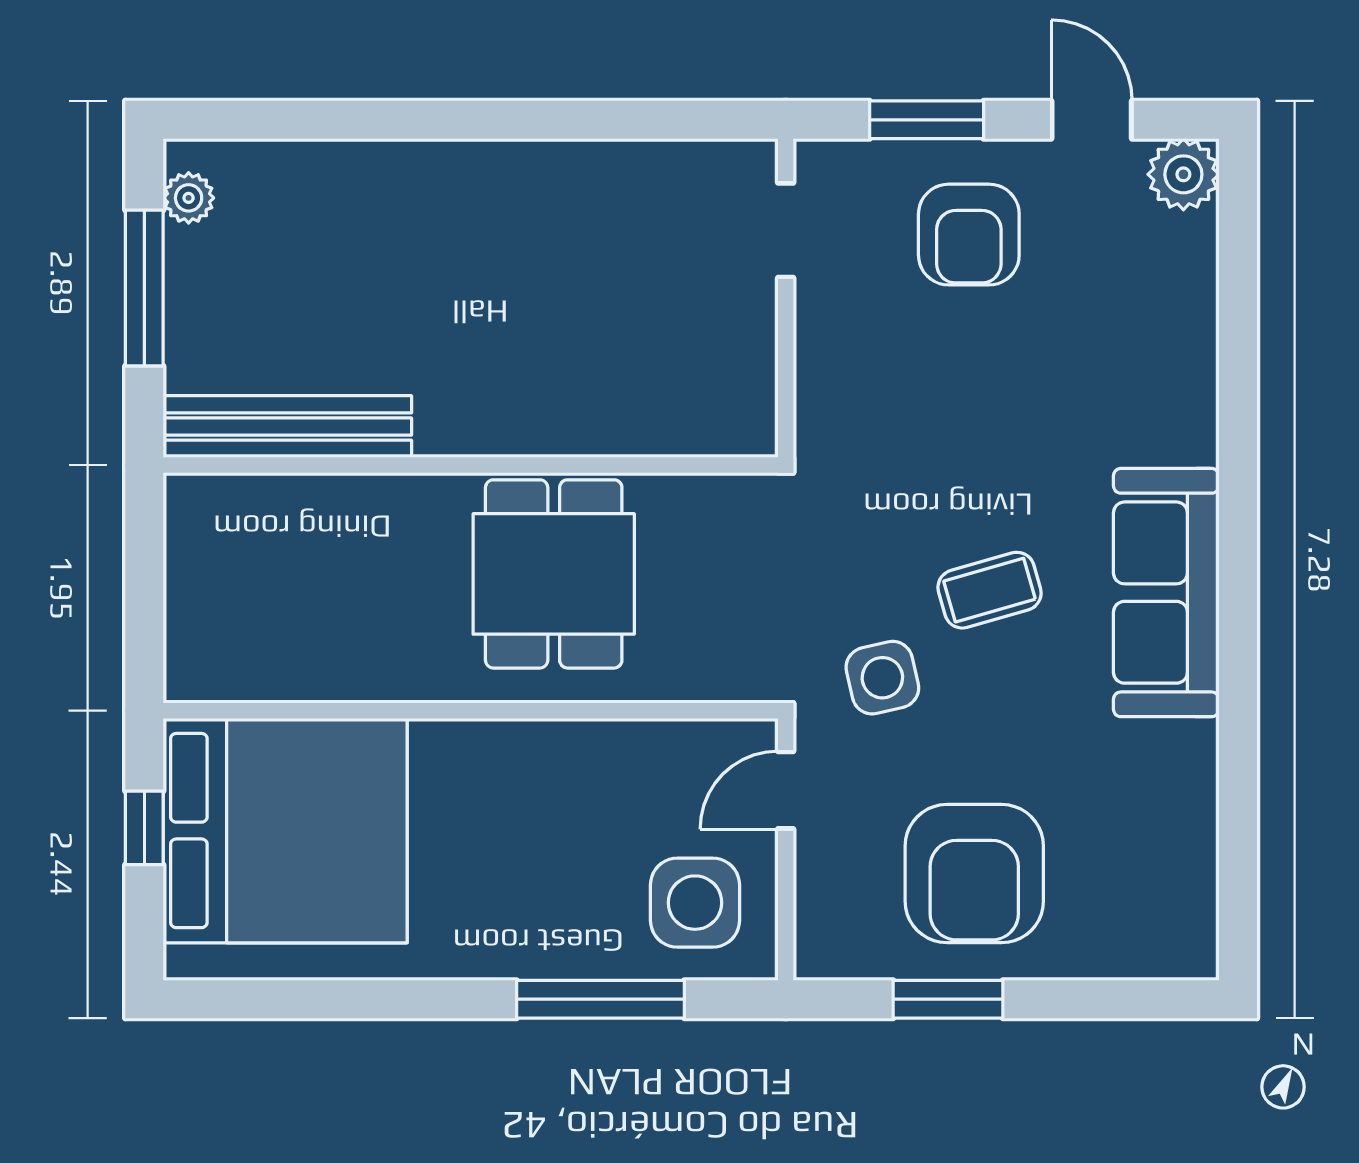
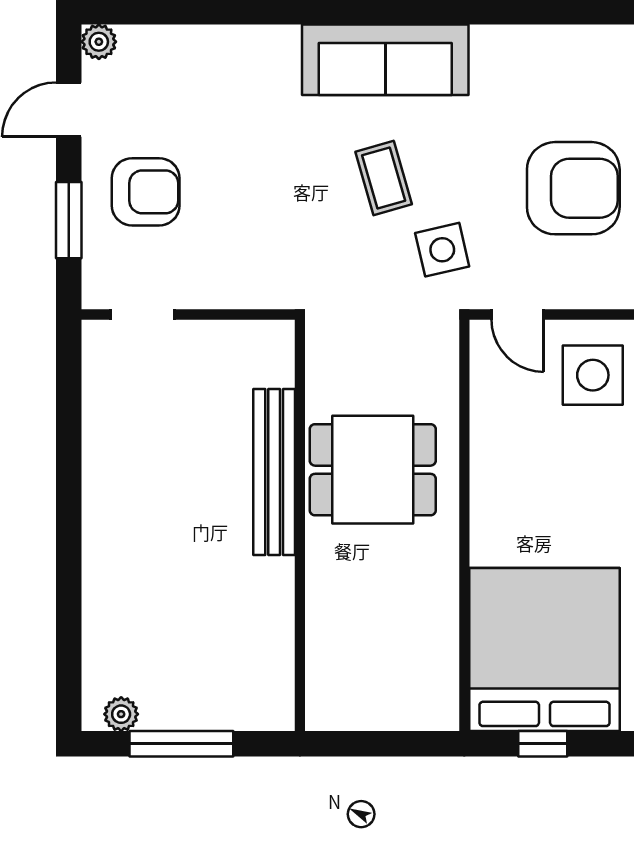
plant: (1183, 174) -> (99, 42), width x0.73, depth x0.73
bench: (287, 427) -> (274, 472), moved

